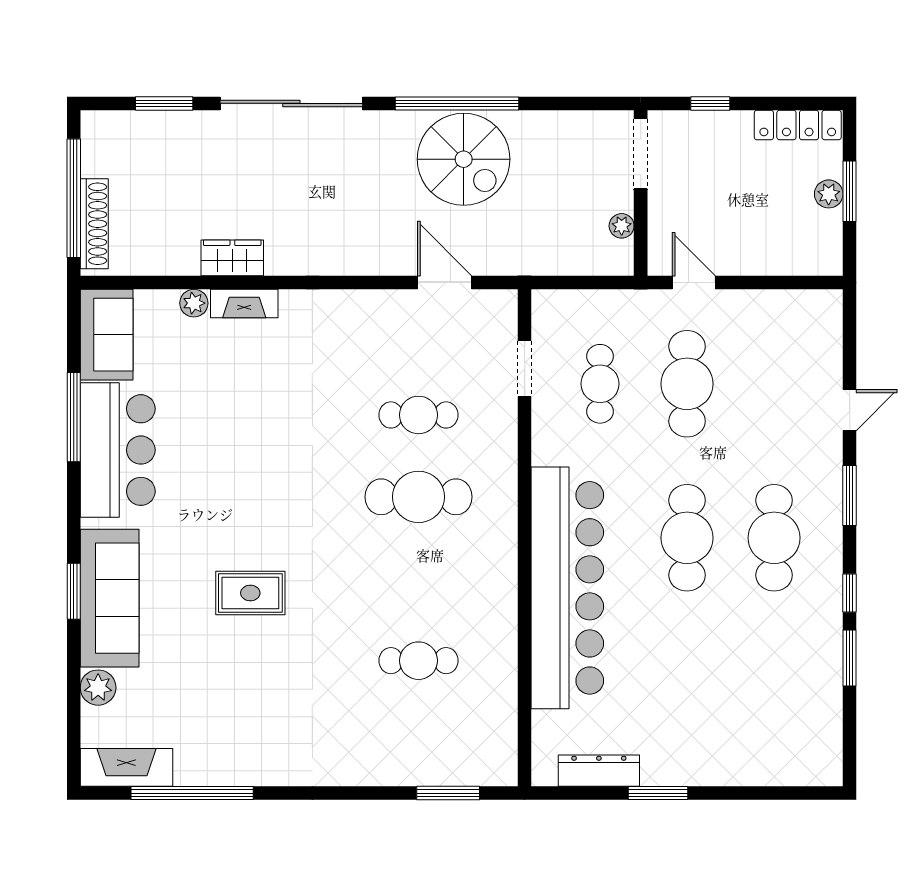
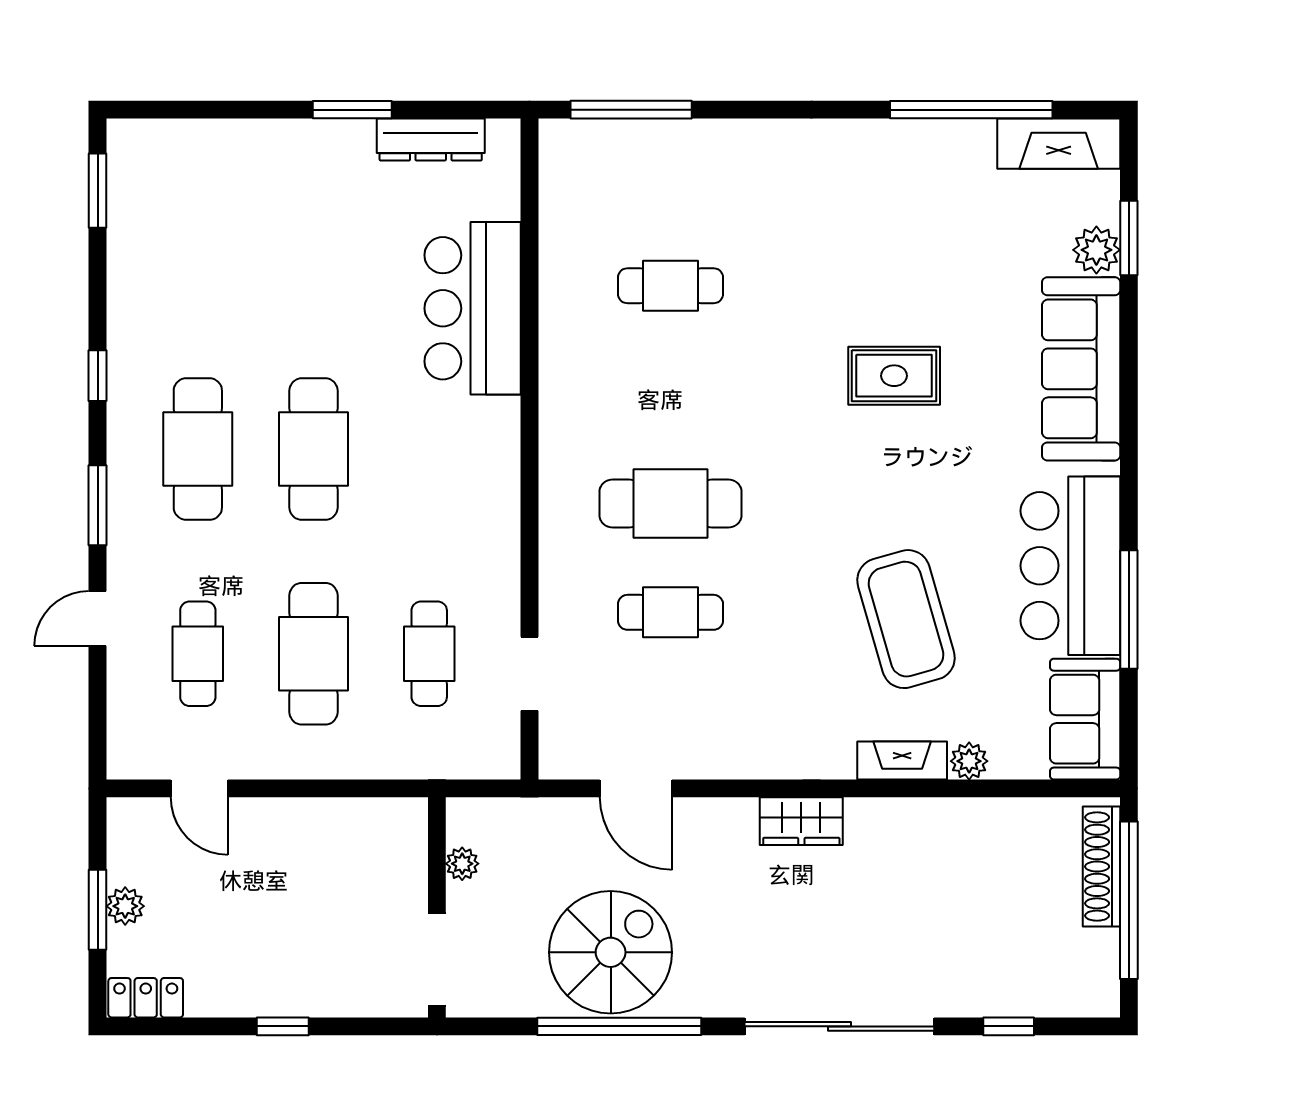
window: (164, 103) -> (1009, 1026), width x0.67
locker: (798, 125) -> (146, 998), width x0.66
doorway: (641, 154) -> (437, 959), moved
spiral stairs: (464, 159) -> (611, 952), turned 90
wall: (641, 193) -> (437, 907), moved
plant: (622, 226) -> (462, 864), moved
wardrobe: (232, 258) -> (801, 821), moved
door: (694, 283) -> (199, 788), moved
cafe table: (774, 384) -> (198, 654), added
coffee table: (241, 410) -> (906, 619), added
bar counter: (567, 588) -> (473, 308), width x0.54
window: (74, 591) -> (1129, 238), moved
window: (850, 658) -> (98, 191), moved
window: (448, 793) -> (631, 110), width x1.44

